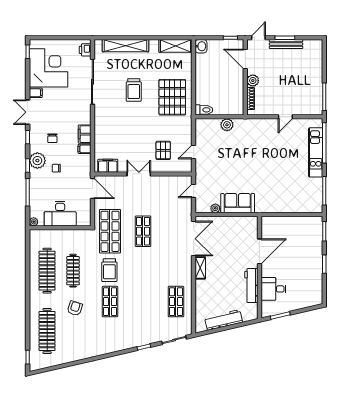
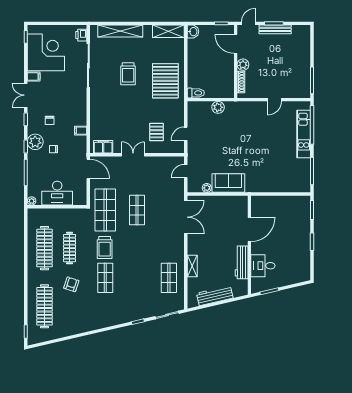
filing cabinet: (85, 134) -> (81, 116), removed
shelving: (200, 268) -> (192, 266), moved

